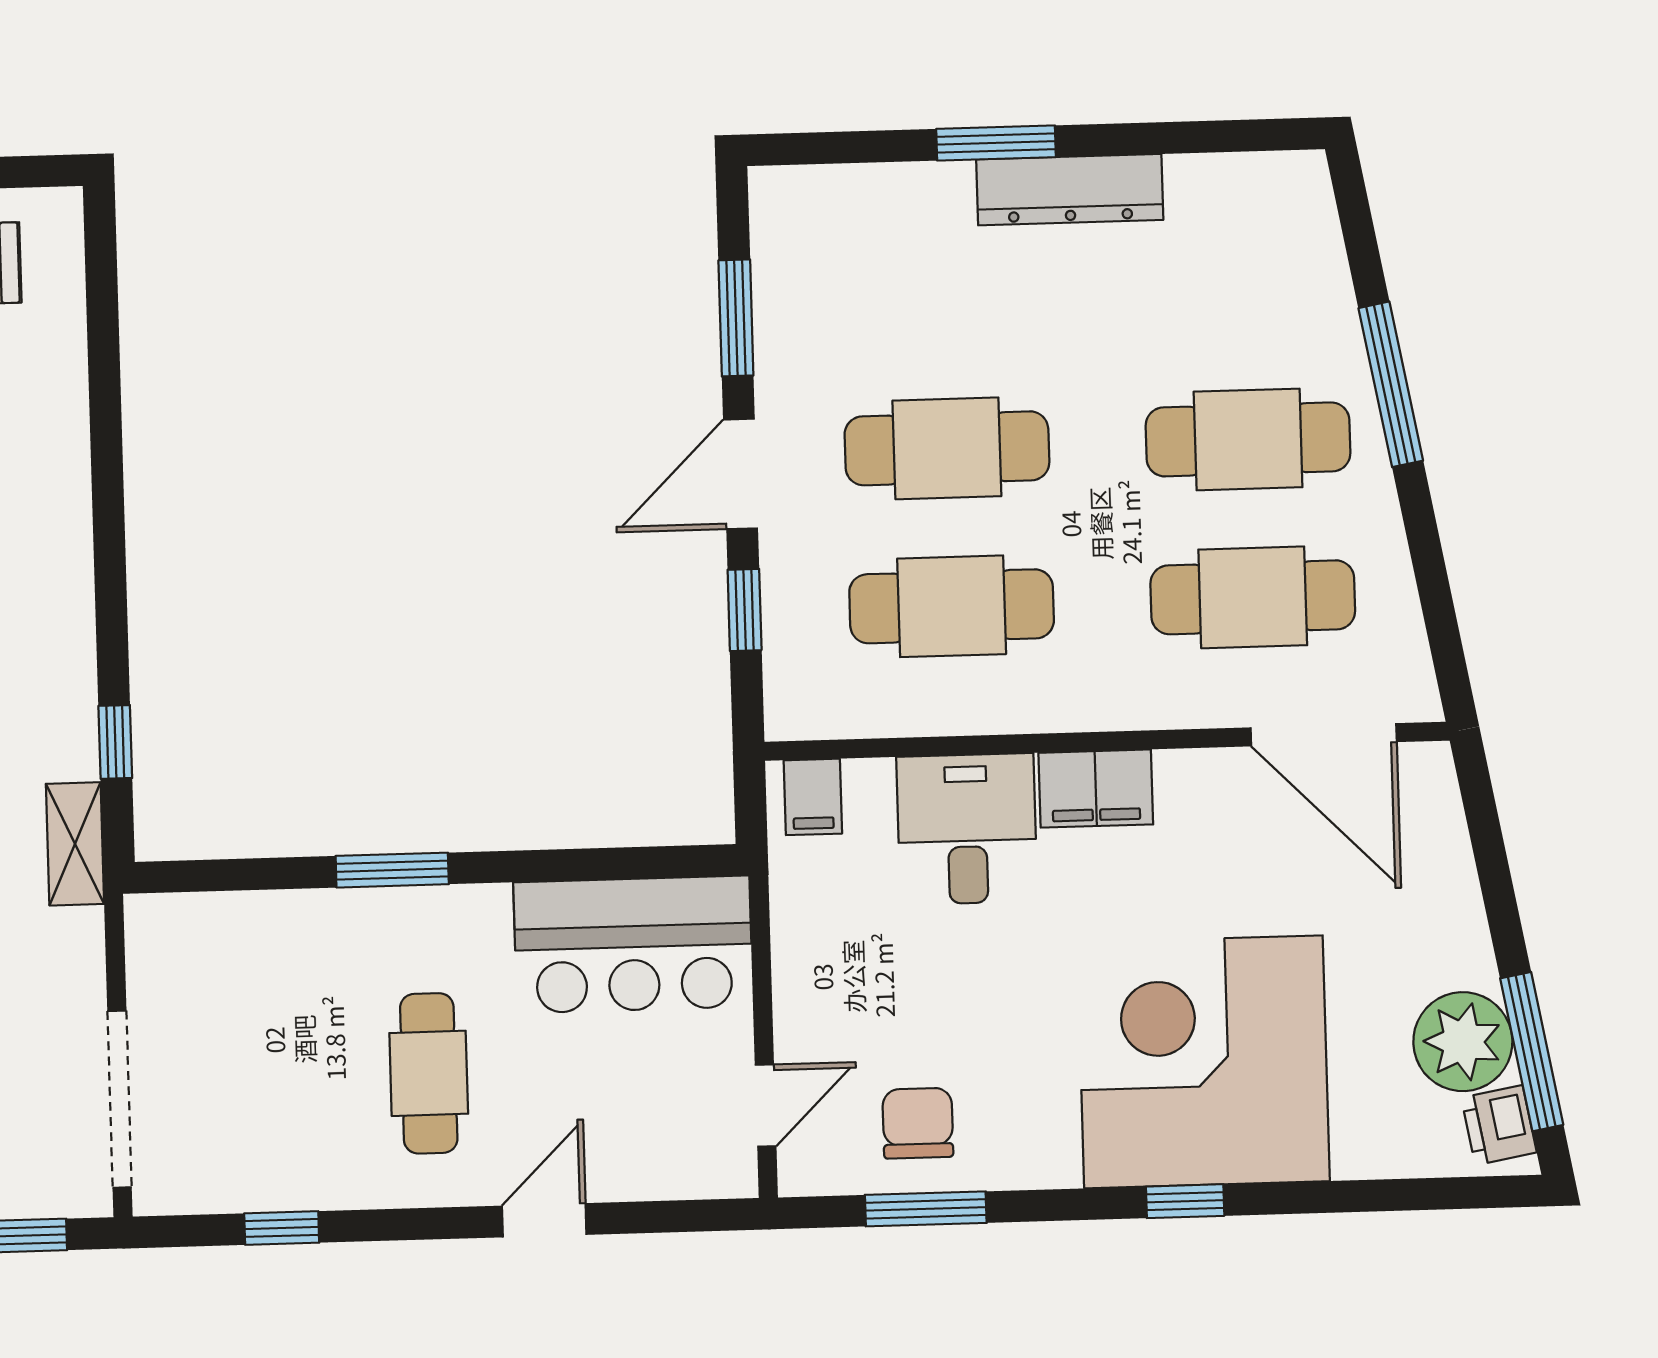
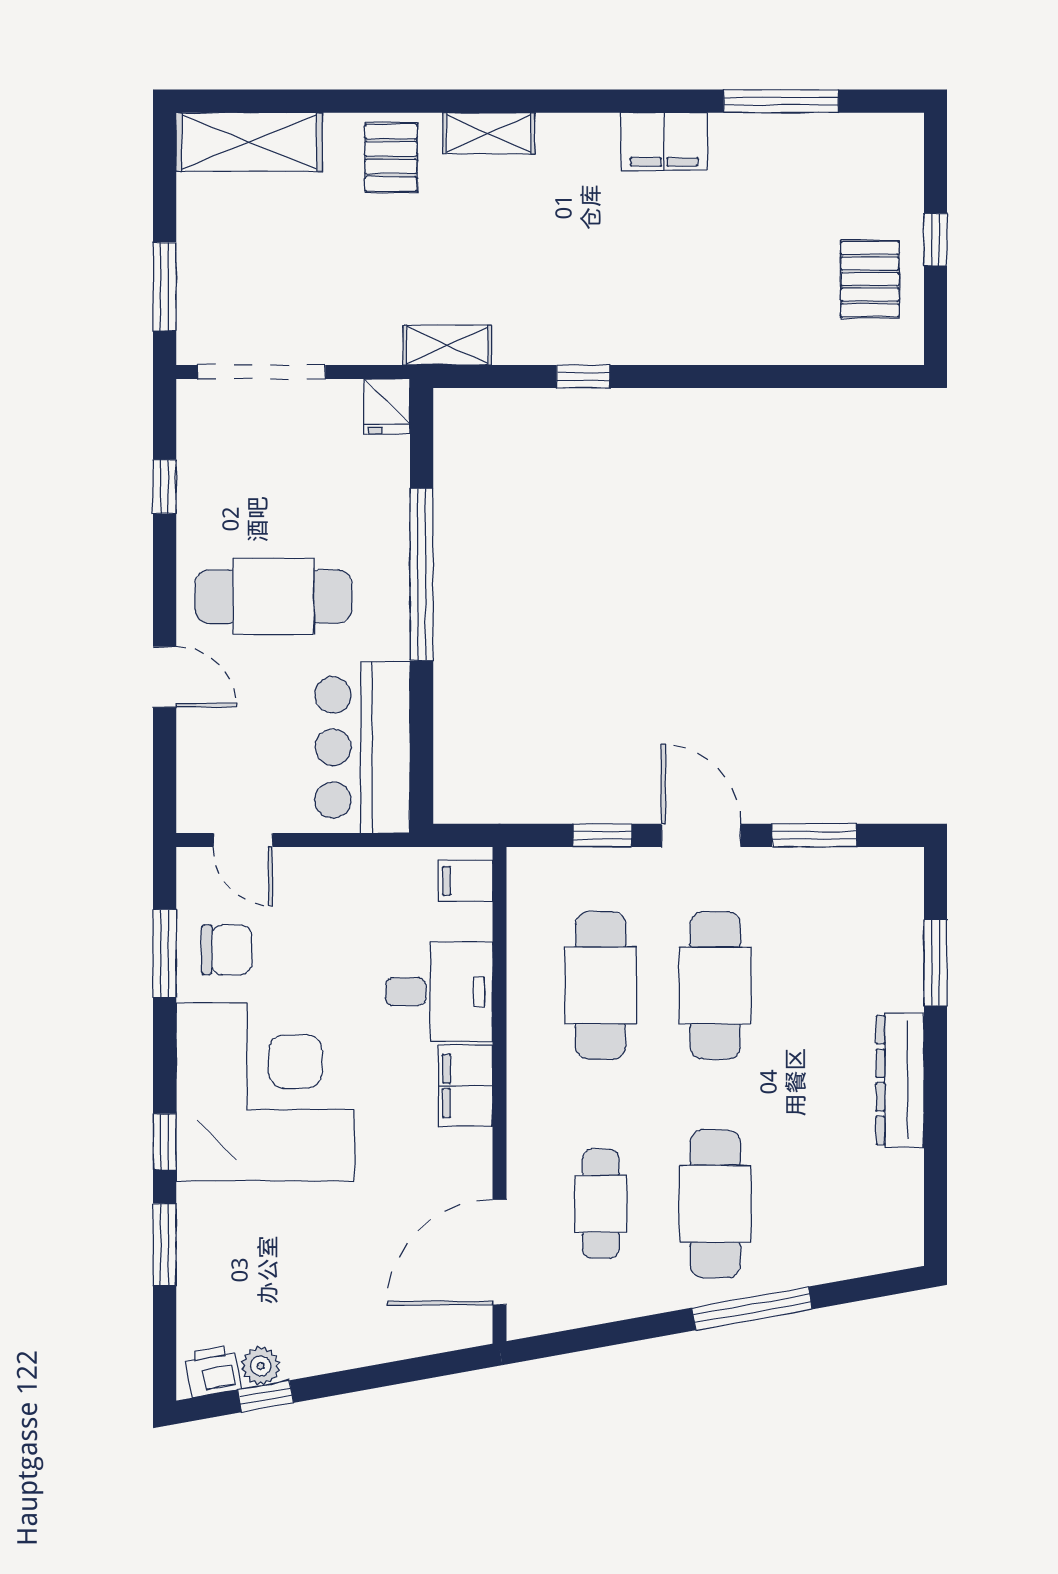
window: (996, 143) -> (935, 963), moved
cafe table: (1253, 597) -> (601, 1204), width x0.73, depth x0.74
window: (115, 742) -> (583, 376), moved
window: (392, 870) -> (422, 574), width x2.11
fridge: (162, 925) -> (387, 406), added
plant: (1463, 1042) -> (261, 1366), width x0.53, depth x0.53
window: (1532, 1052) -> (265, 1396), width x0.46
corner desk: (1203, 1062) -> (265, 1092), moved
cafe table: (429, 1073) -> (273, 597), width x1.37, depth x1.35
window: (1327, 1197) -> (165, 1245), added

